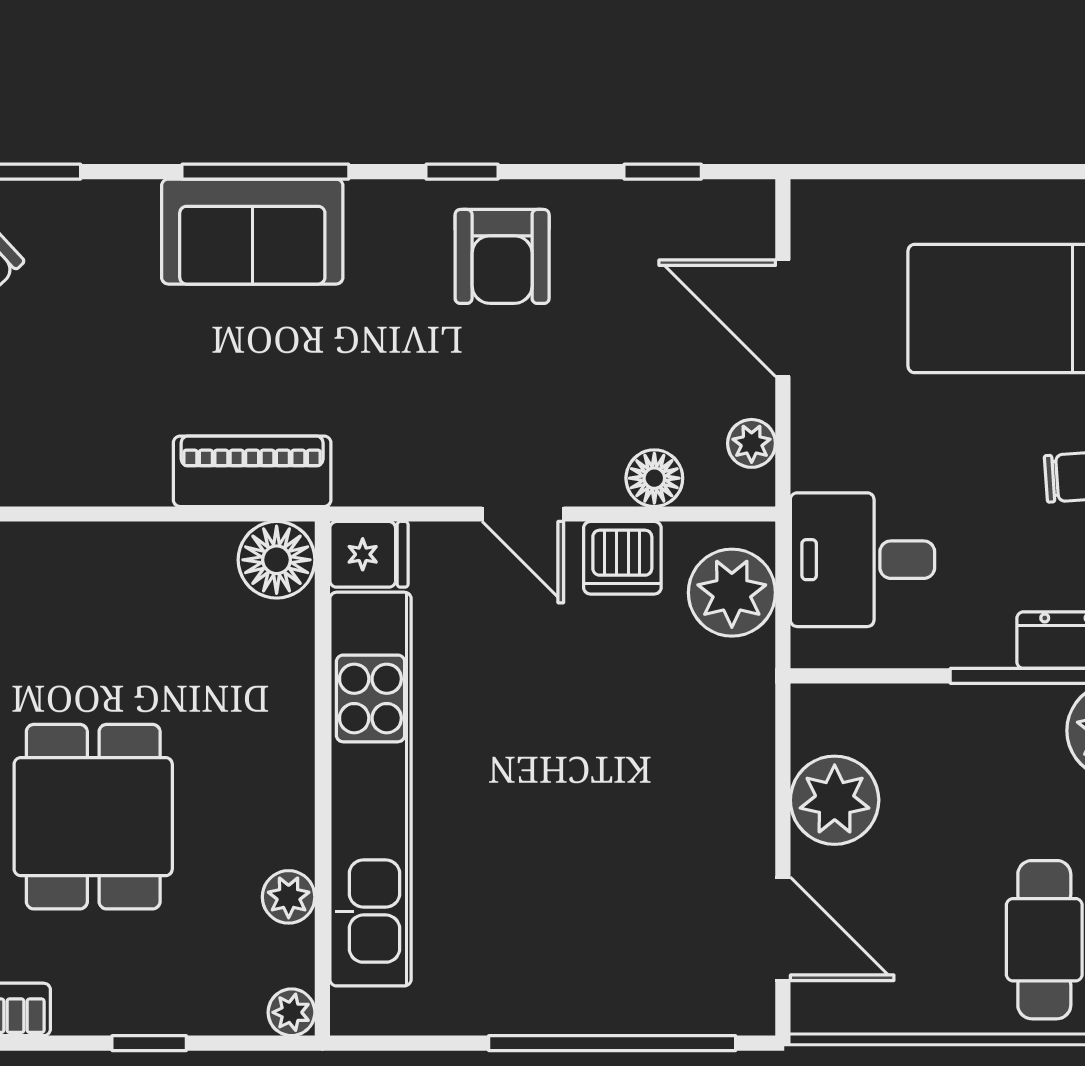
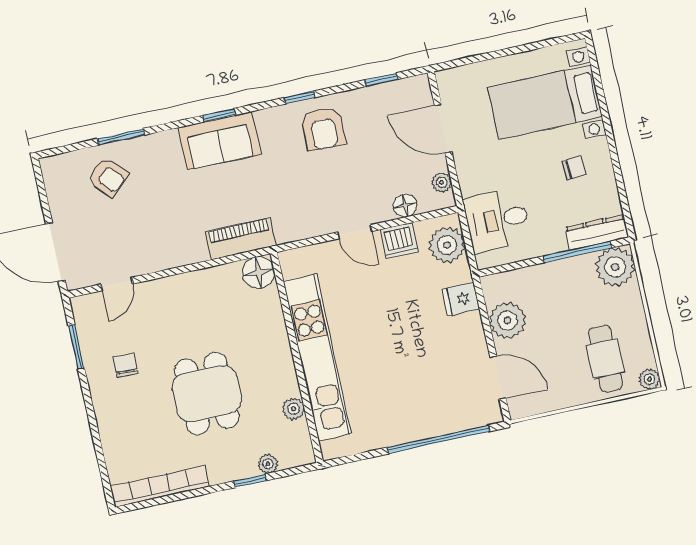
window: (265, 172) -> (219, 115), width x0.46
fridge: (369, 554) -> (461, 299), moved, turned 180
plant: (291, 1012) -> (268, 464), moved

